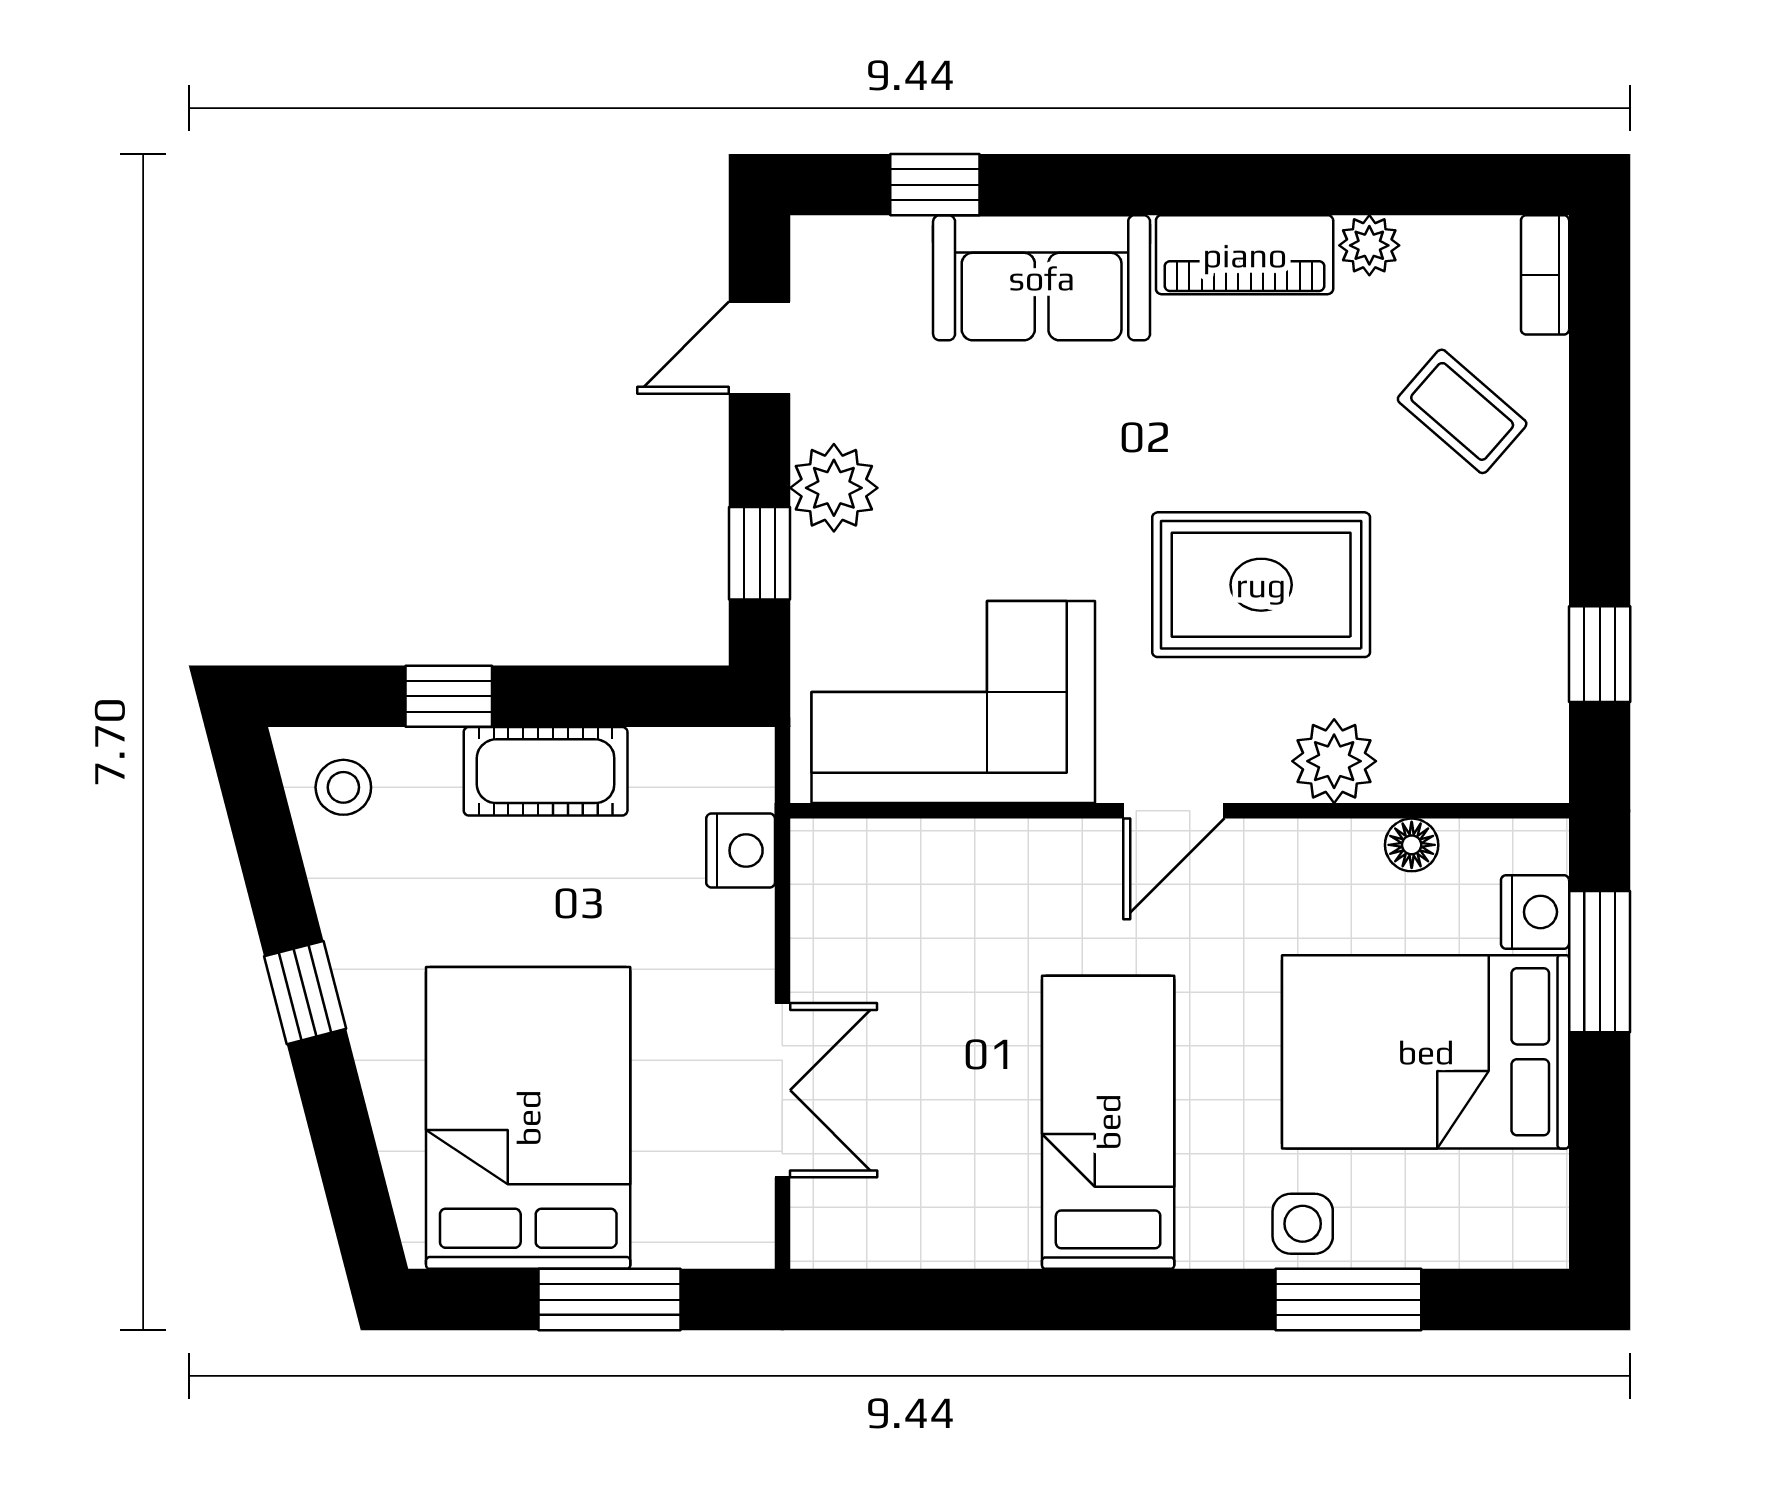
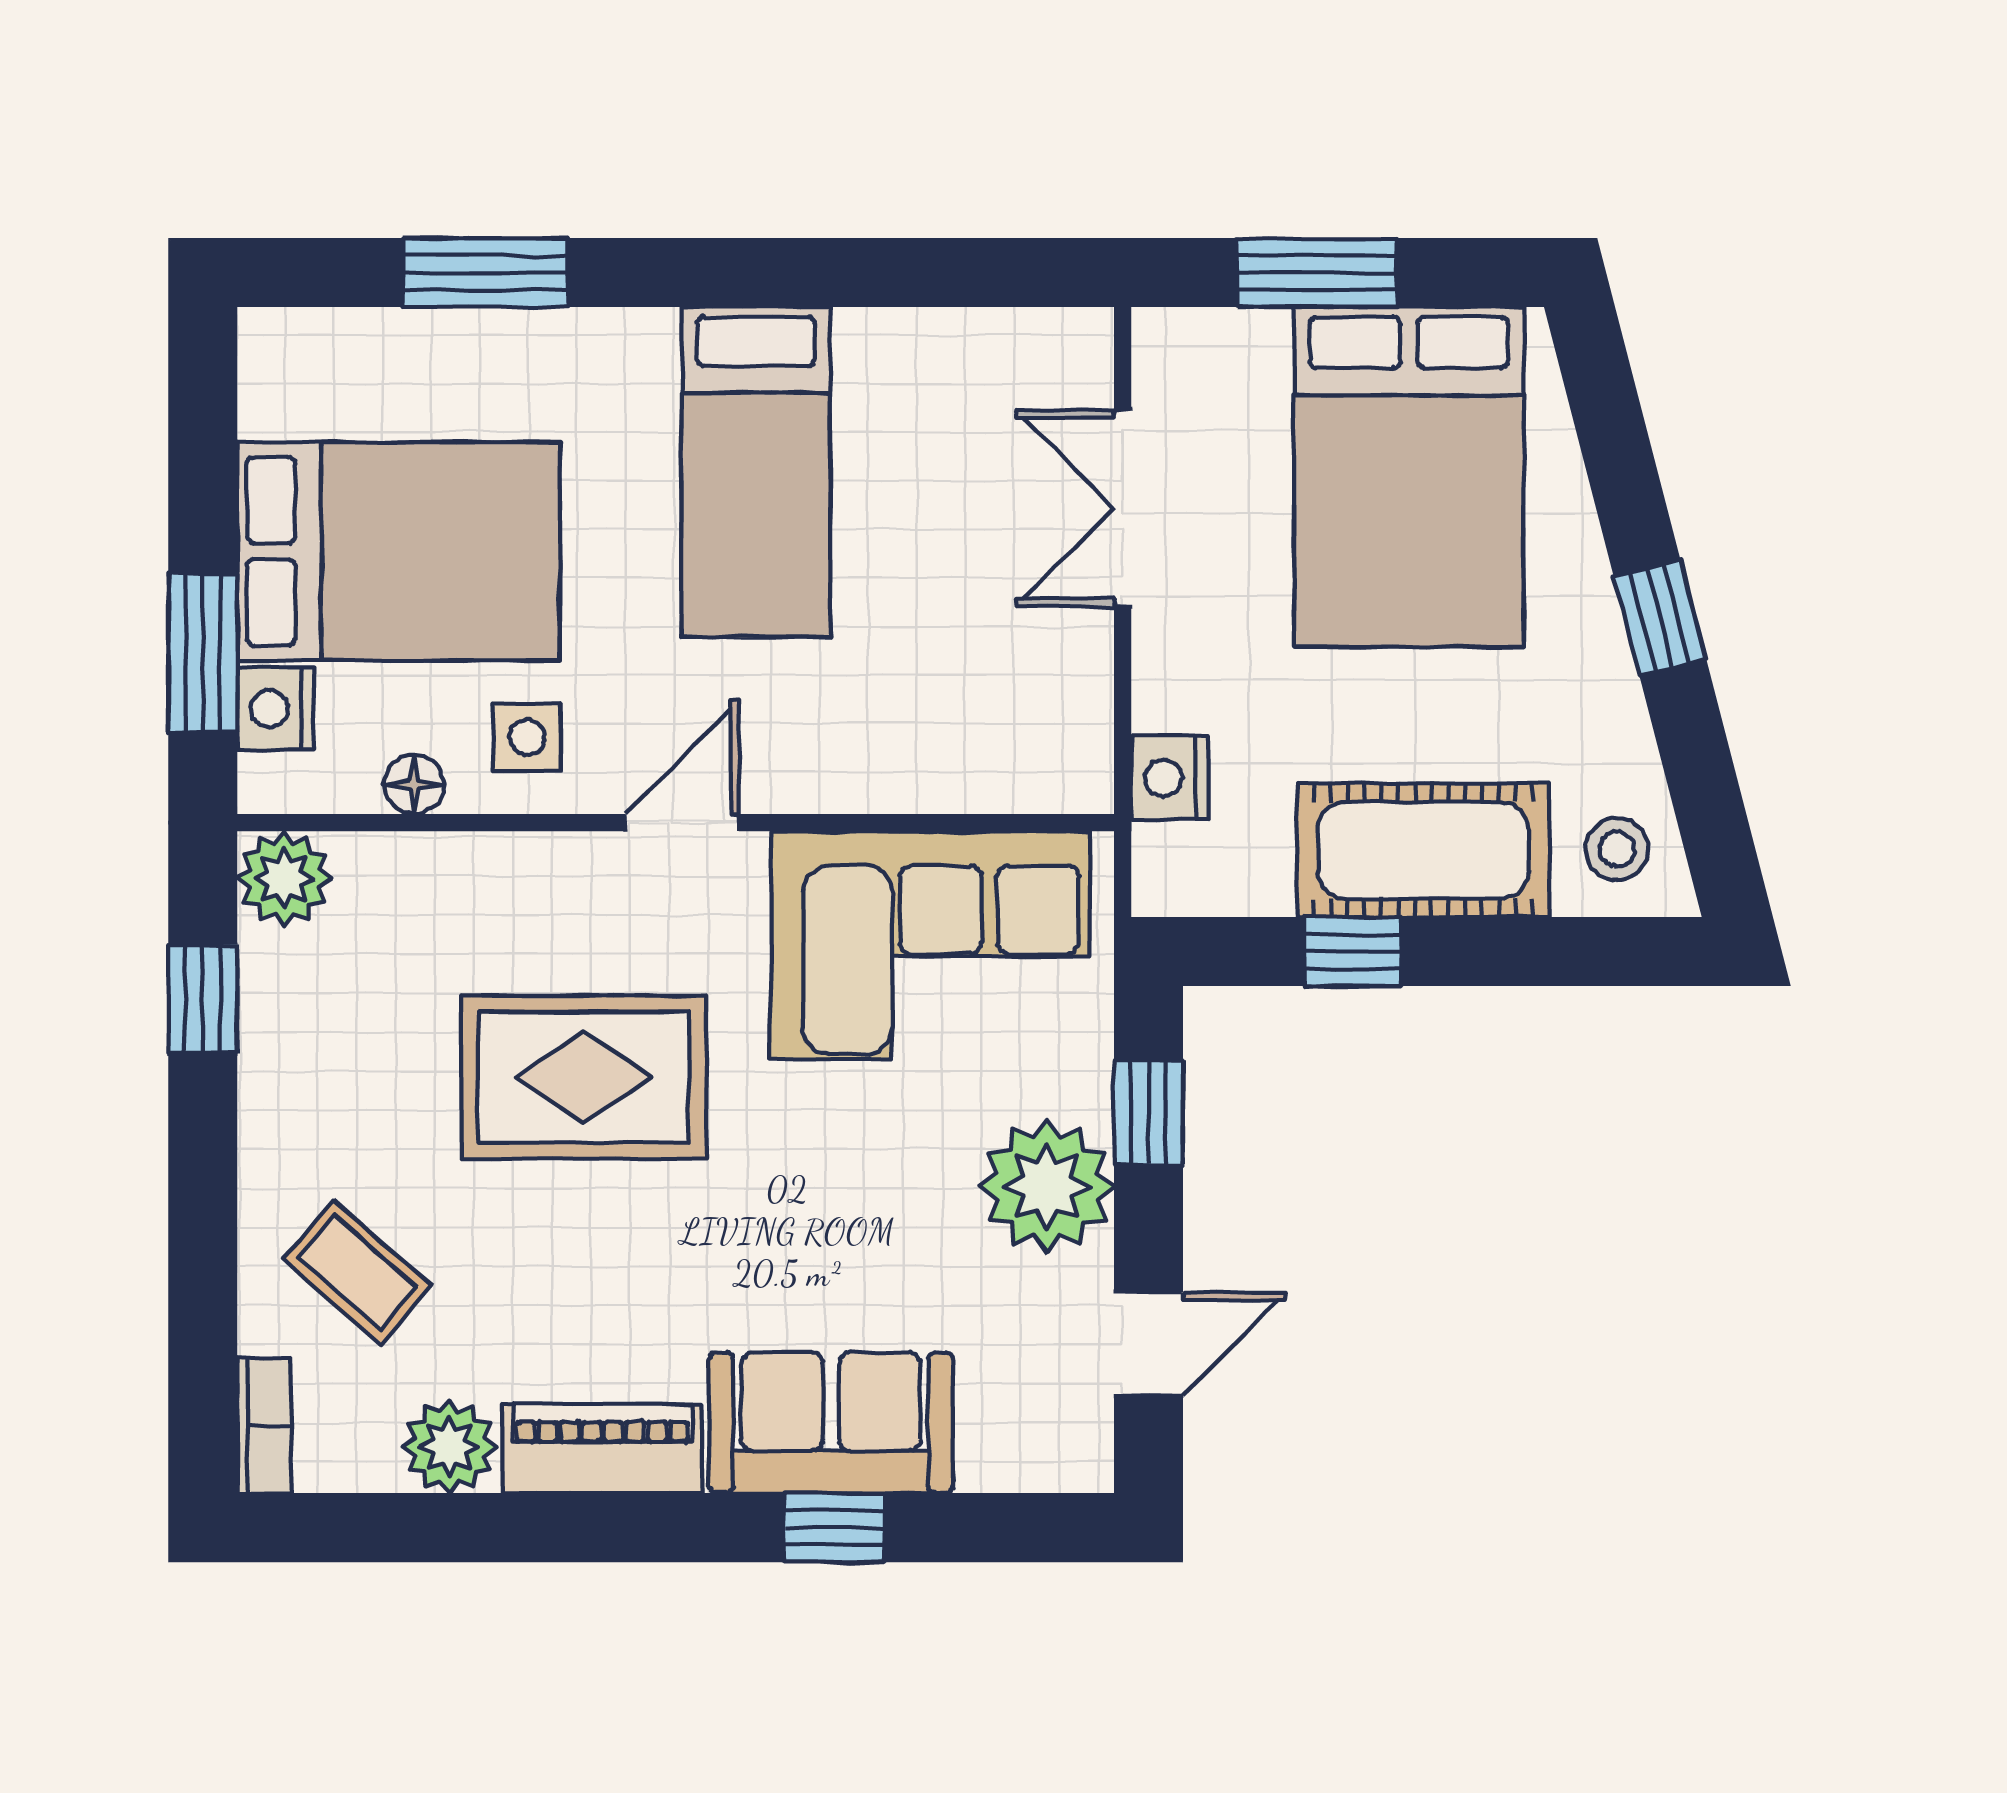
window: (935, 185) -> (834, 1528), moved
plant: (1369, 245) -> (449, 1447), width x1.38, depth x1.38
plant: (834, 488) -> (1047, 1186), width x1.36, depth x1.36
window: (449, 696) -> (1353, 952), moved
plant: (1334, 761) -> (284, 879), moved
cot: (546, 771) -> (1423, 850), width x1.37, depth x1.34
side table: (1303, 1224) -> (527, 737), moved

